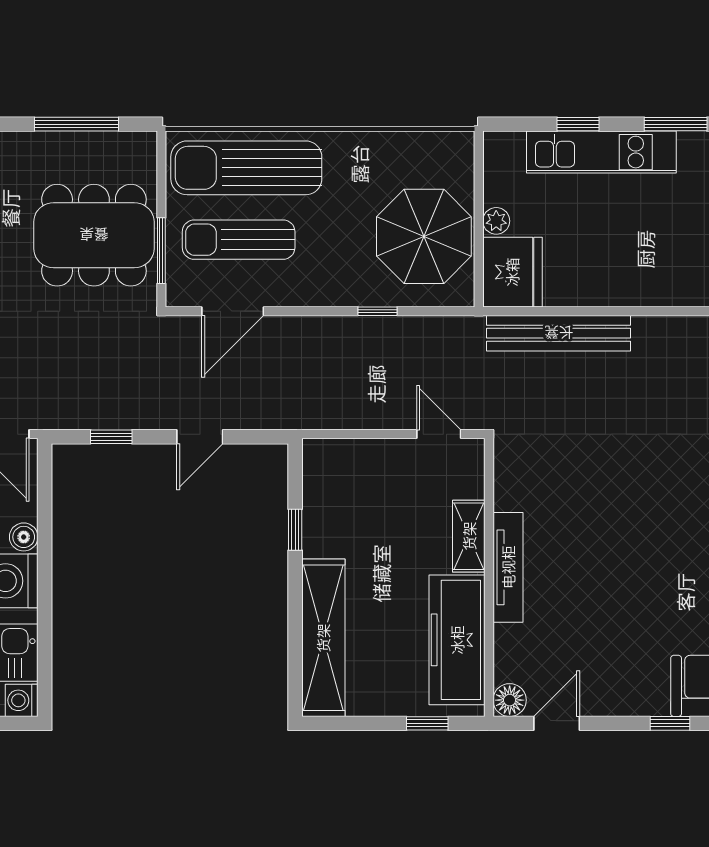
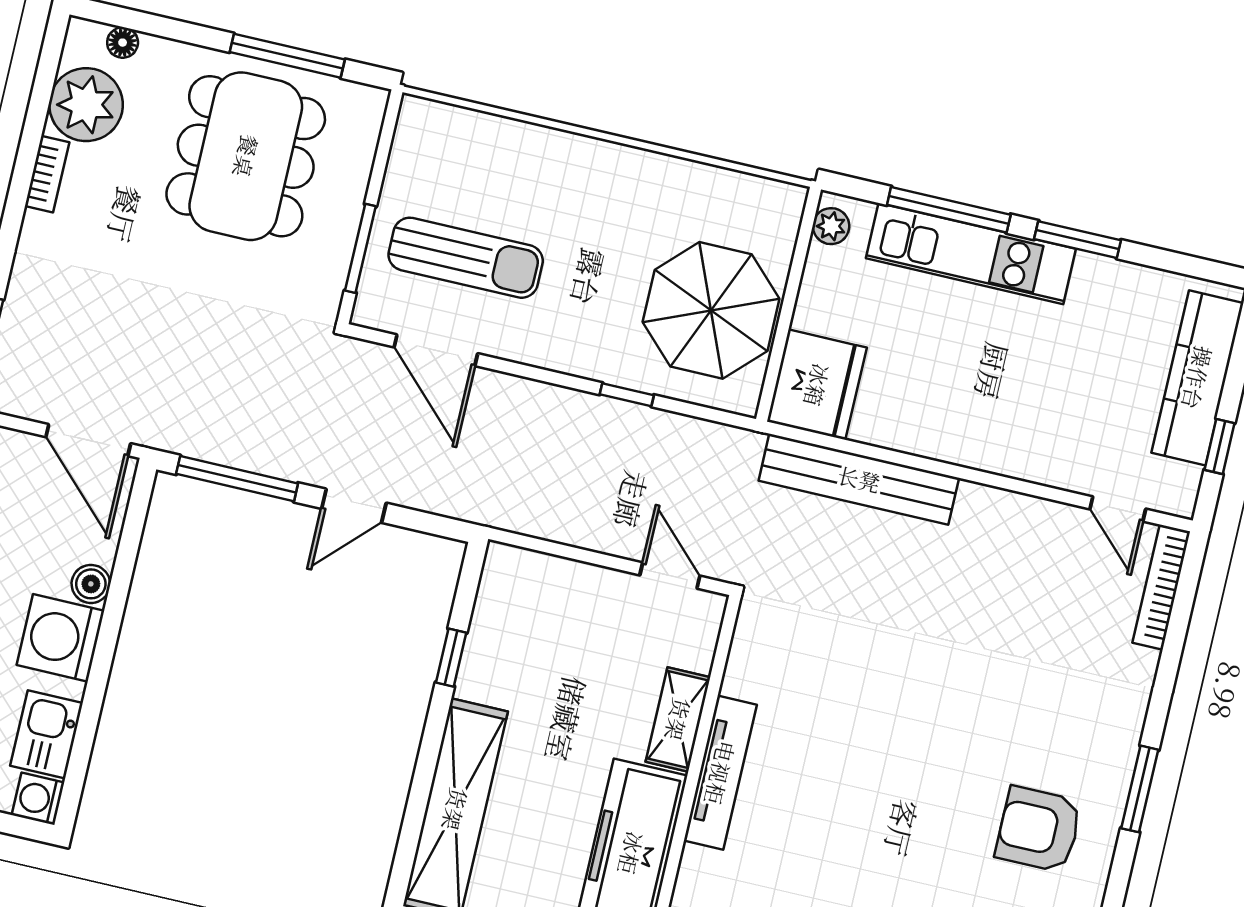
window: (578, 124) -> (949, 210), width x2.17
sun lounger: (246, 168) -> (498, 165), removed
plant: (496, 221) -> (831, 226), moved
dining table: (94, 235) -> (246, 156), moved, turned 90
sun lounger: (239, 240) -> (466, 258), turned 180
door: (233, 311) -> (436, 350), hinge flipped
window: (111, 437) -> (237, 479), width x2.17

